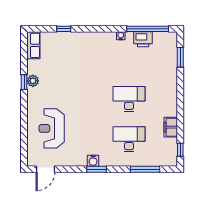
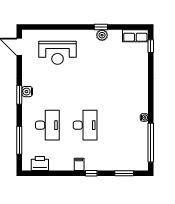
window: (64, 29) -> (151, 46), moved
printer: (143, 39) -> (40, 163), moved, turned 90
filing cabinet: (171, 127) -> (79, 164), moved, width x0.50
reception desk: (52, 128) -> (58, 53), turned 180
window: (180, 150) -> (91, 173), moved

